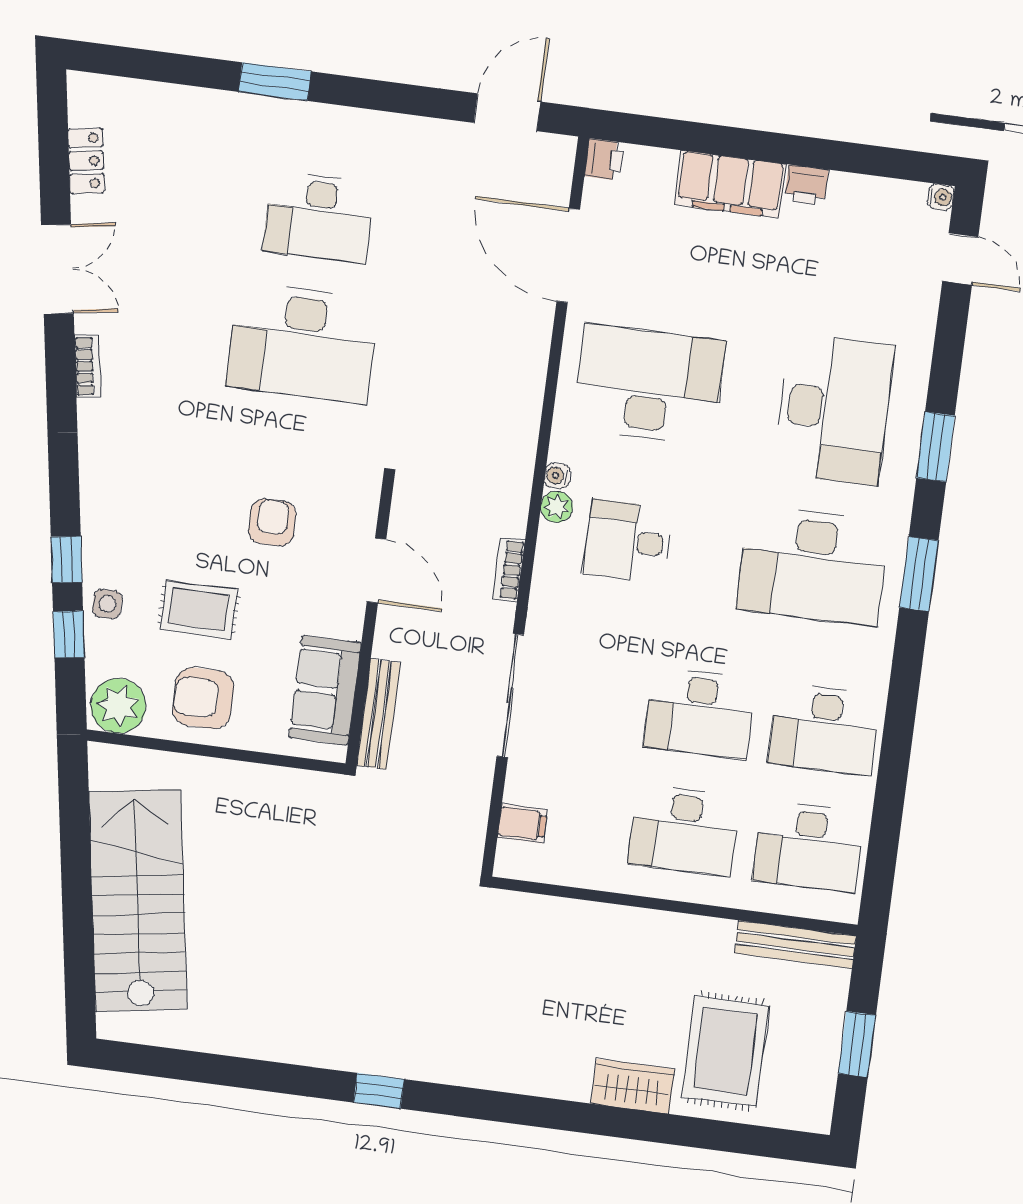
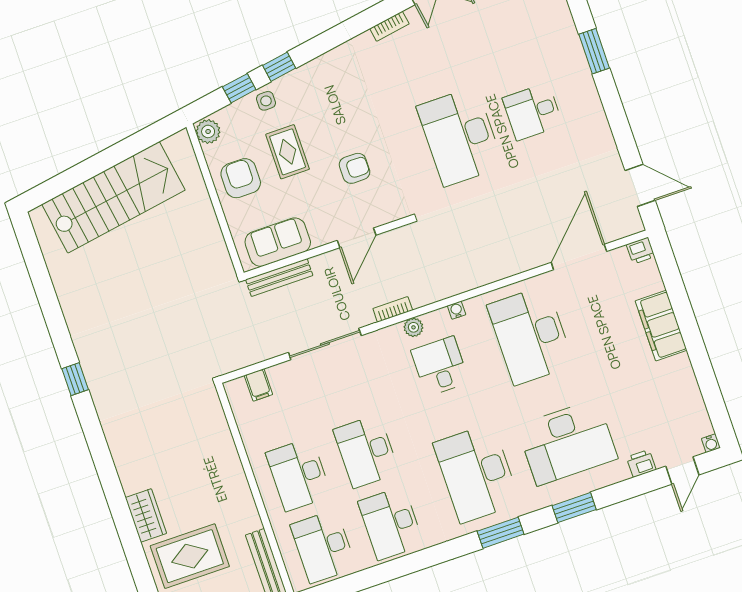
printer: (806, 185) -> (641, 463), moved, turned 90
desk: (319, 217) -> (533, 112), width x0.73
desk: (649, 384) -> (531, 335), turned 180
plant: (557, 507) -> (413, 327), moved
plant: (118, 706) -> (208, 131), width x0.73, depth x0.73

